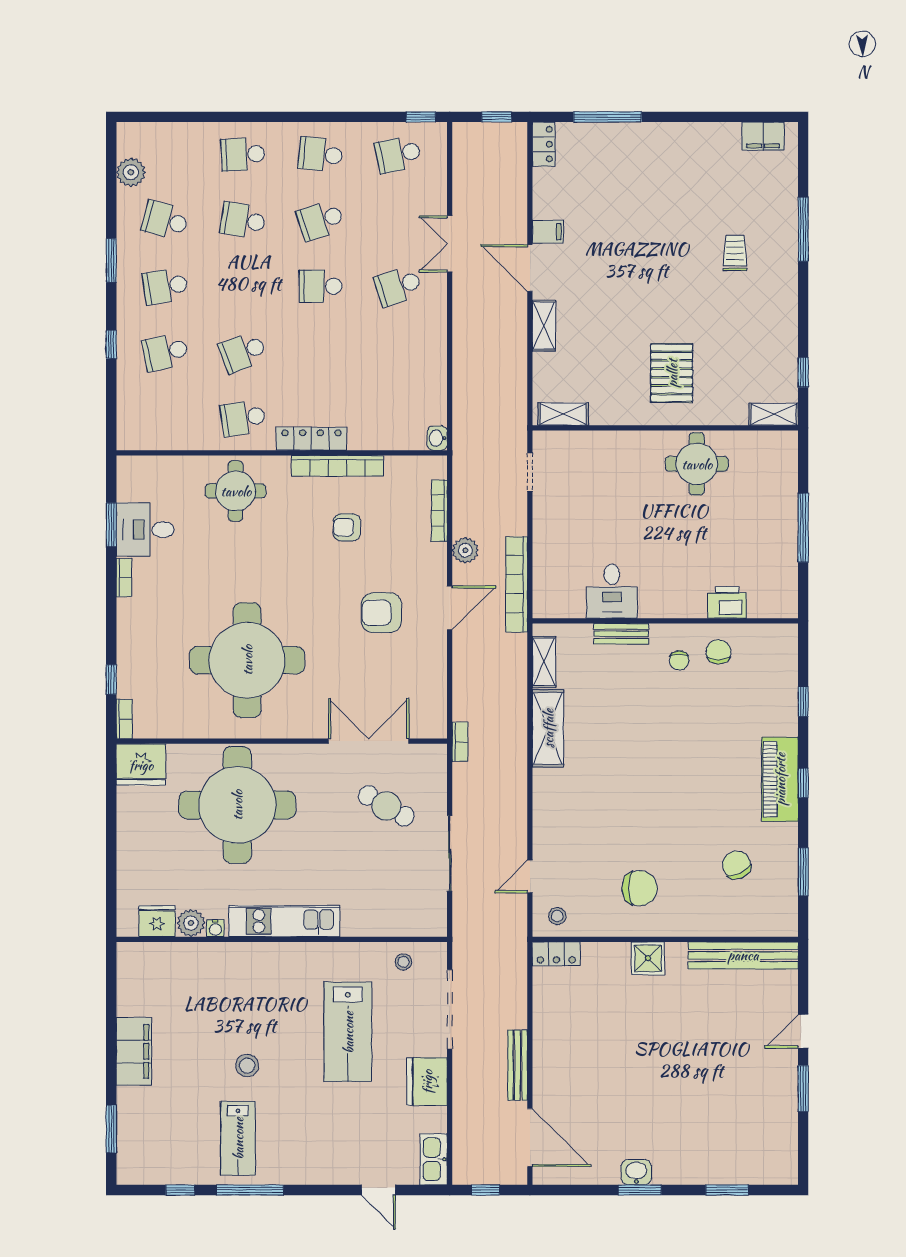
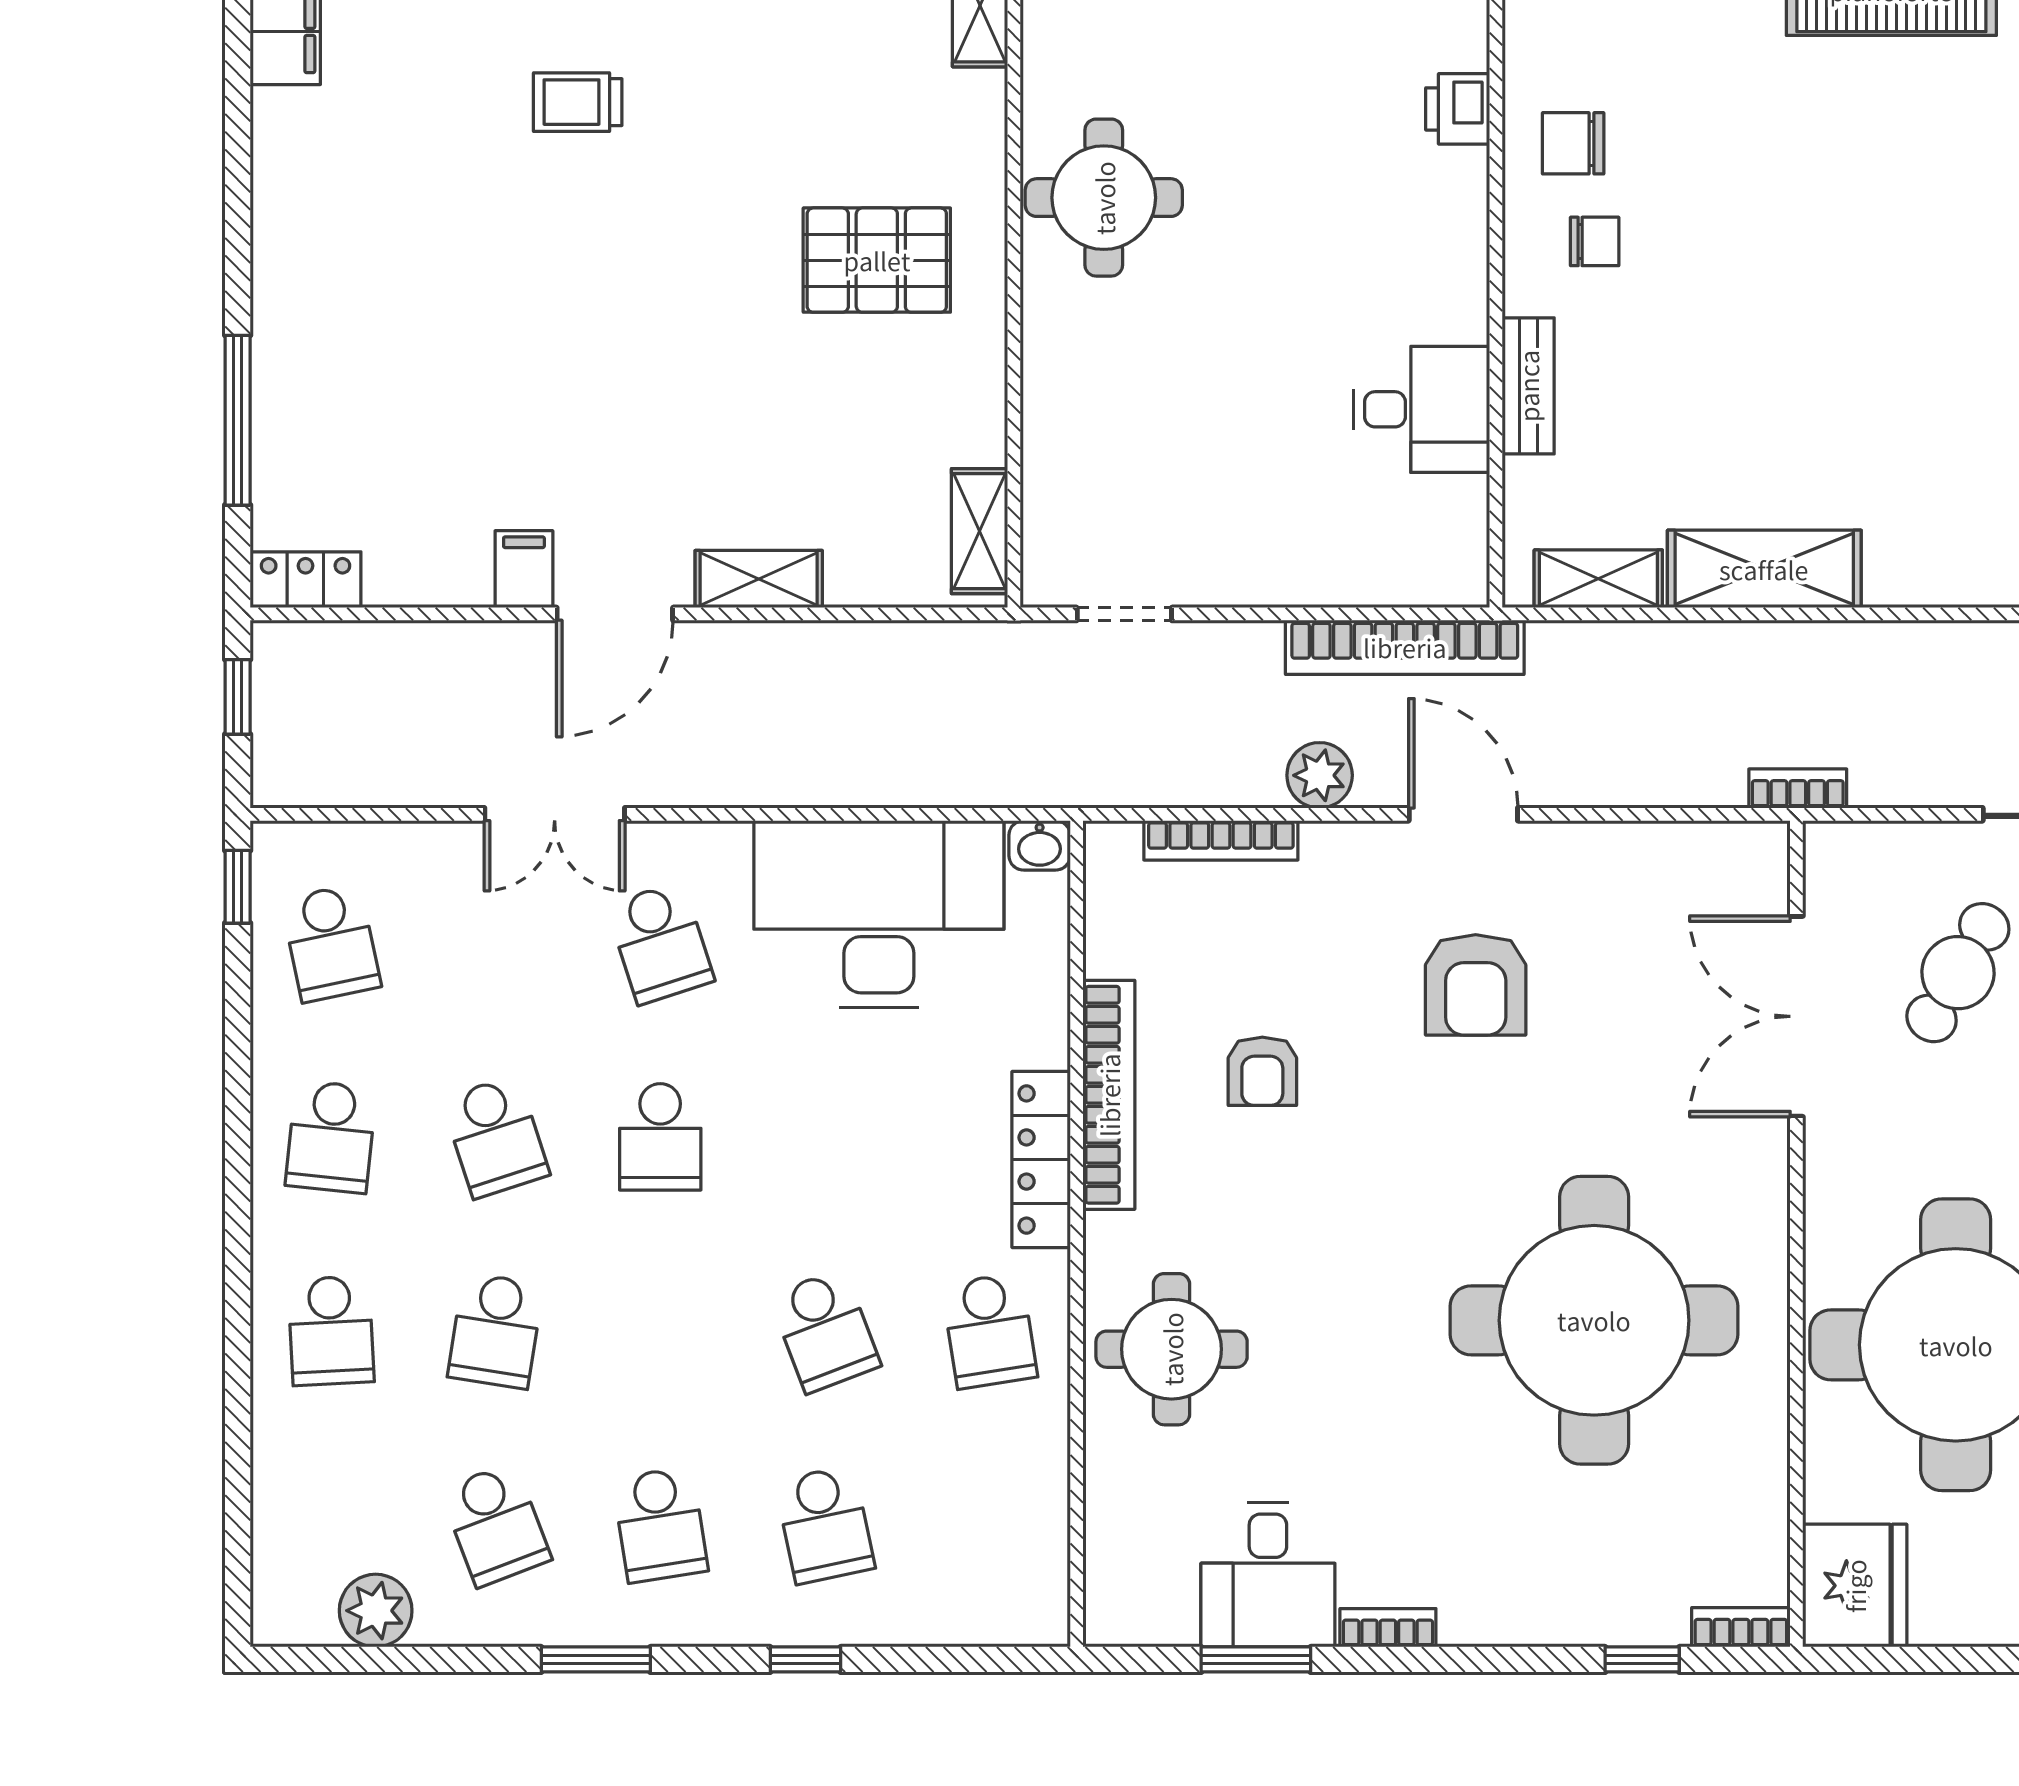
school desk: (165, 220) -> (496, 1525), turned -36
desk: (410, 374) -> (879, 914), added
printer: (727, 602) -> (1458, 109), width x0.73, depth x0.81

